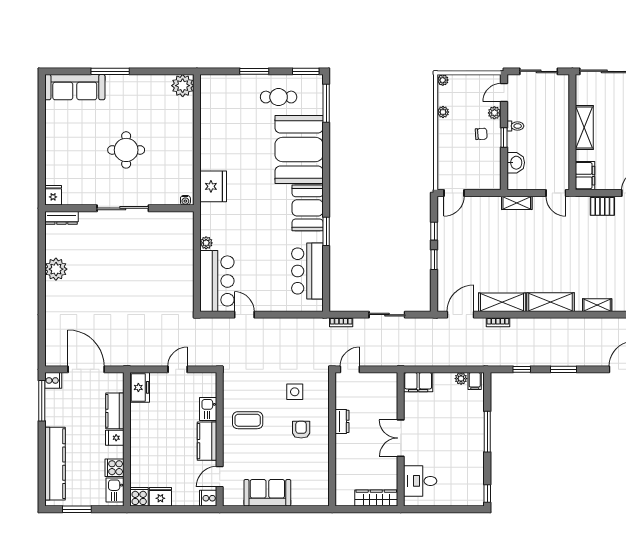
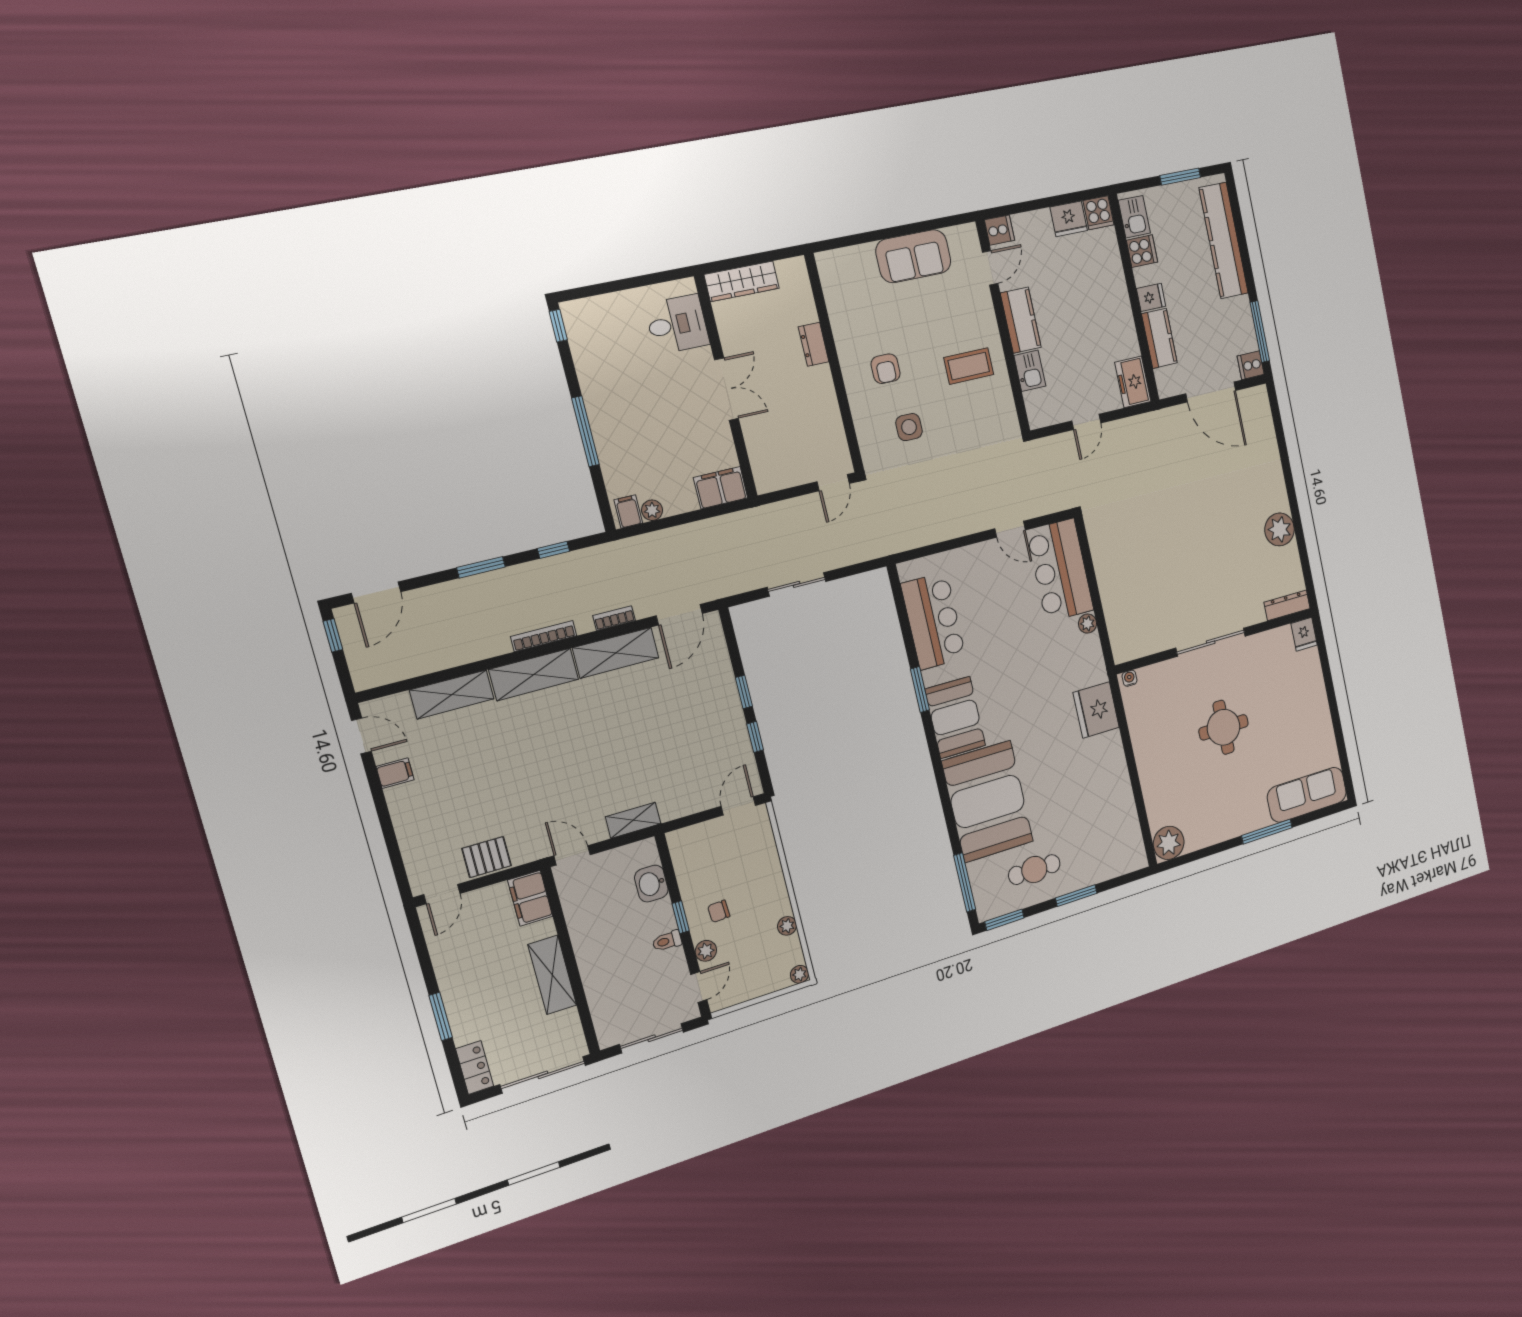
shelving: (597, 305) -> (452, 695), width x1.50, depth x1.33
bookcase: (341, 322) -> (544, 636), moved, width x1.56
dresser: (342, 421) -> (814, 344), moved

